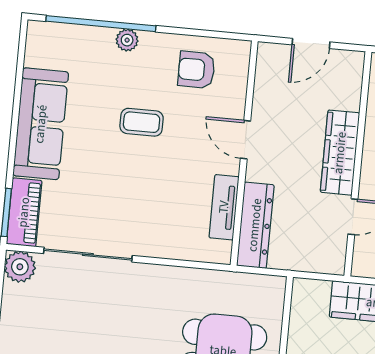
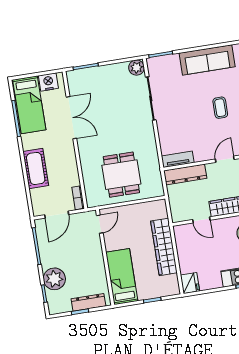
tv unit: (224, 207) -> (178, 159), moved
piano: (24, 212) -> (163, 63), removed

